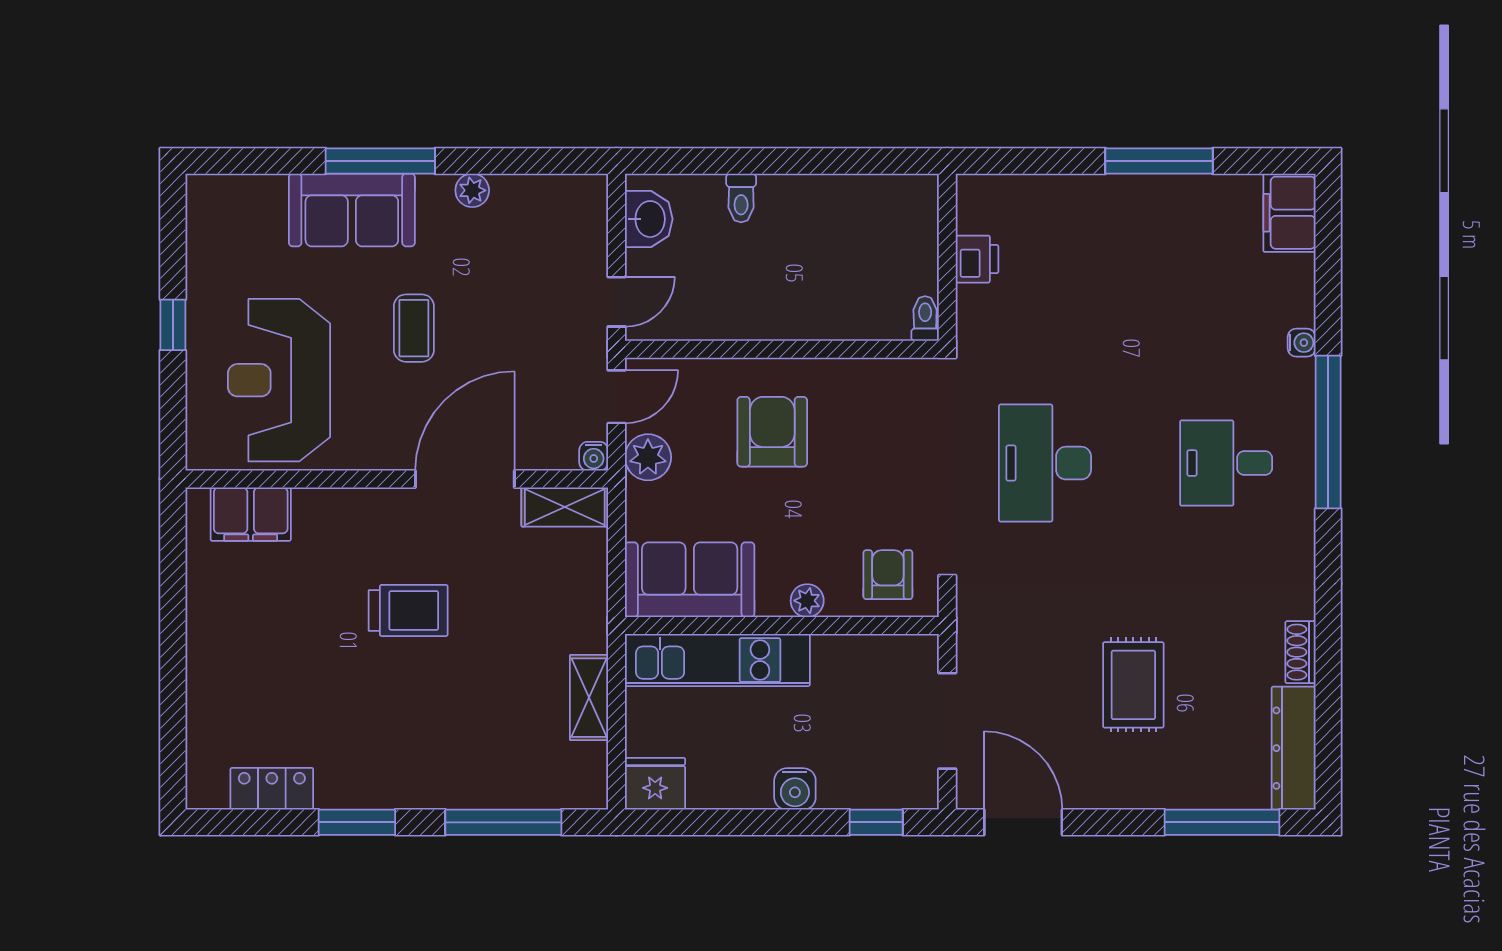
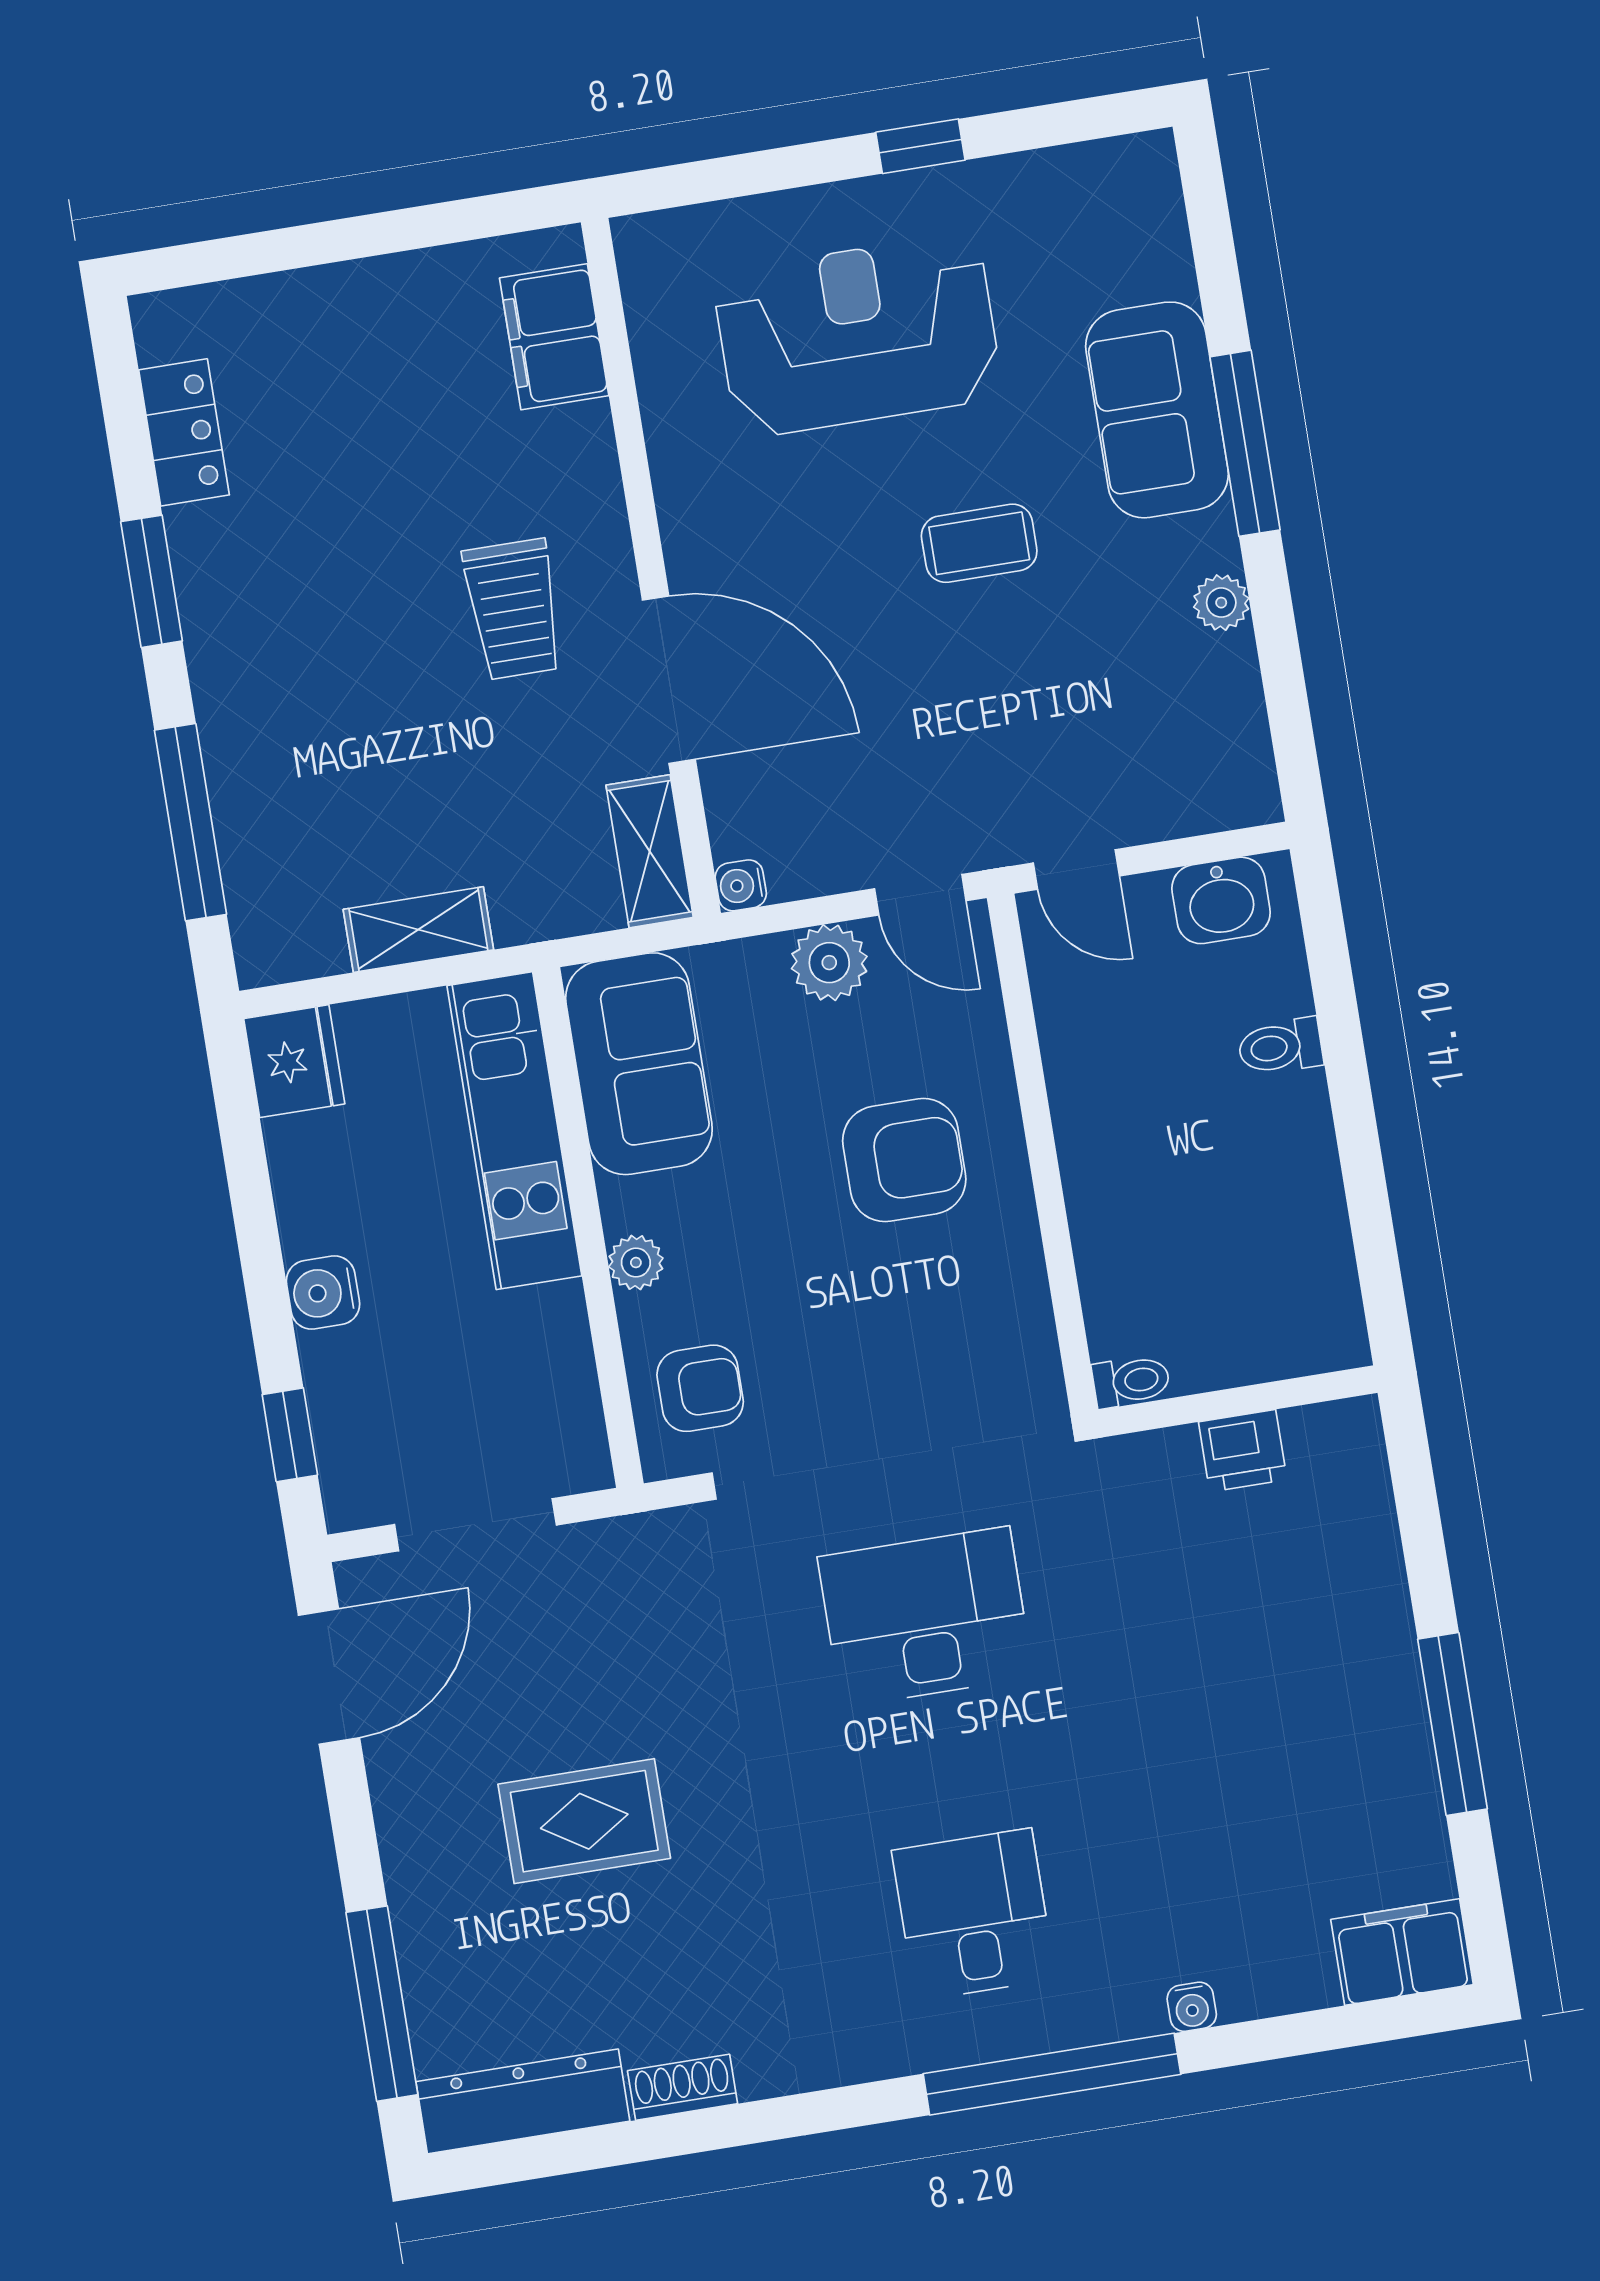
water cooler: (594, 456) -> (741, 885), moved
wall: (397, 479) -> (651, 568), moved
door: (465, 479) -> (669, 680), moved
shelving: (565, 507) -> (650, 851), moved
filing cabinet: (251, 514) -> (554, 337), moved

